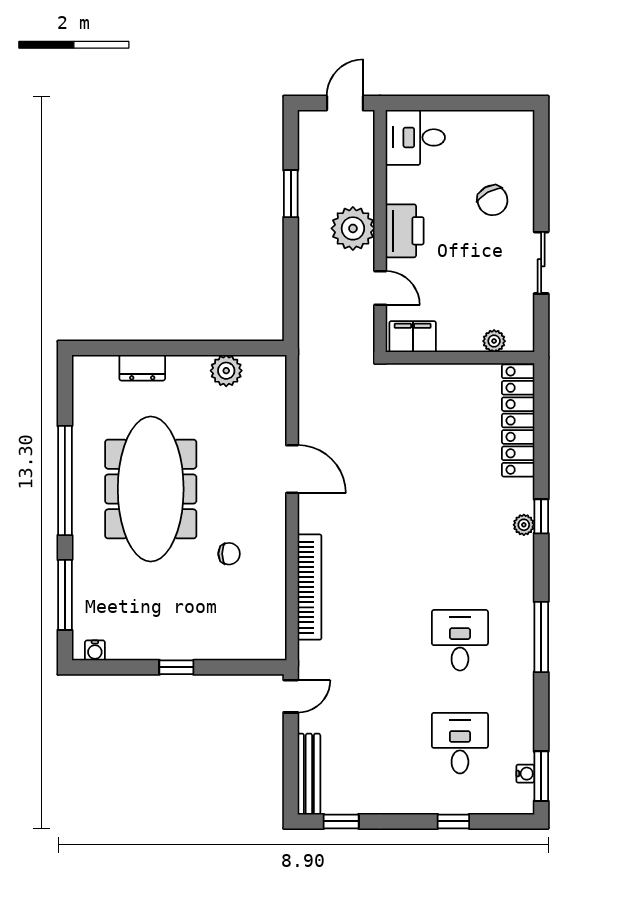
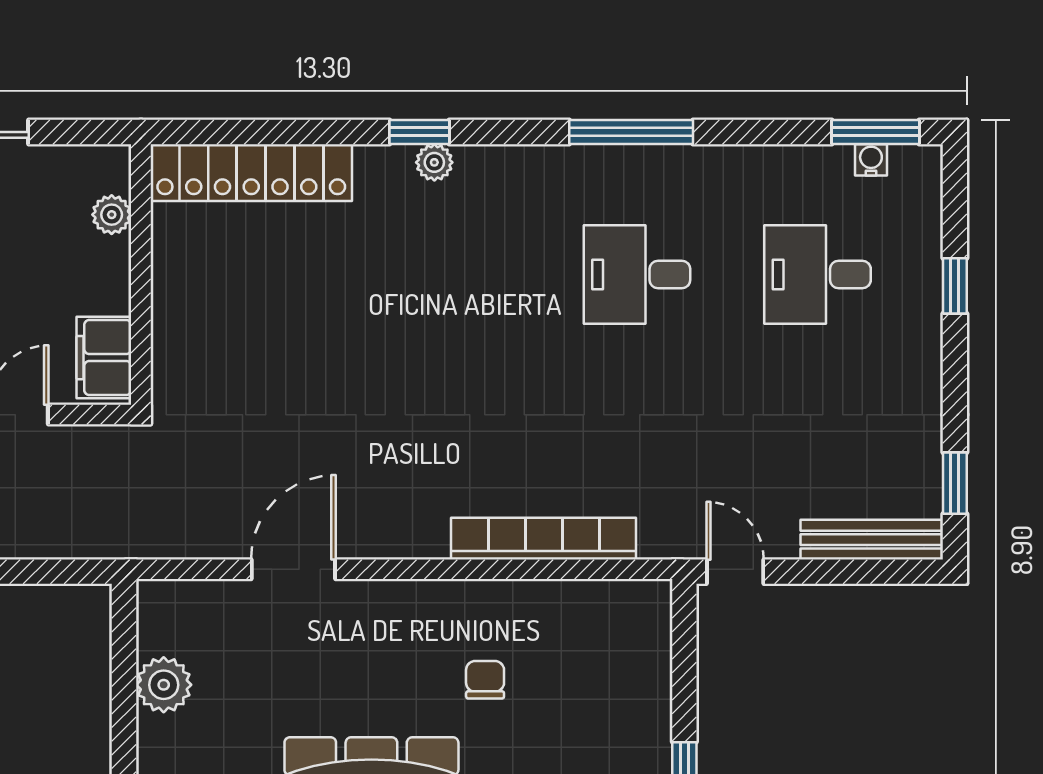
door: (292, 469) -> (293, 569), moved

